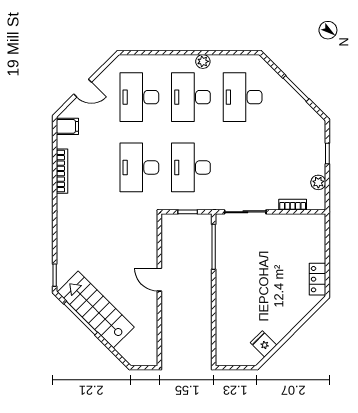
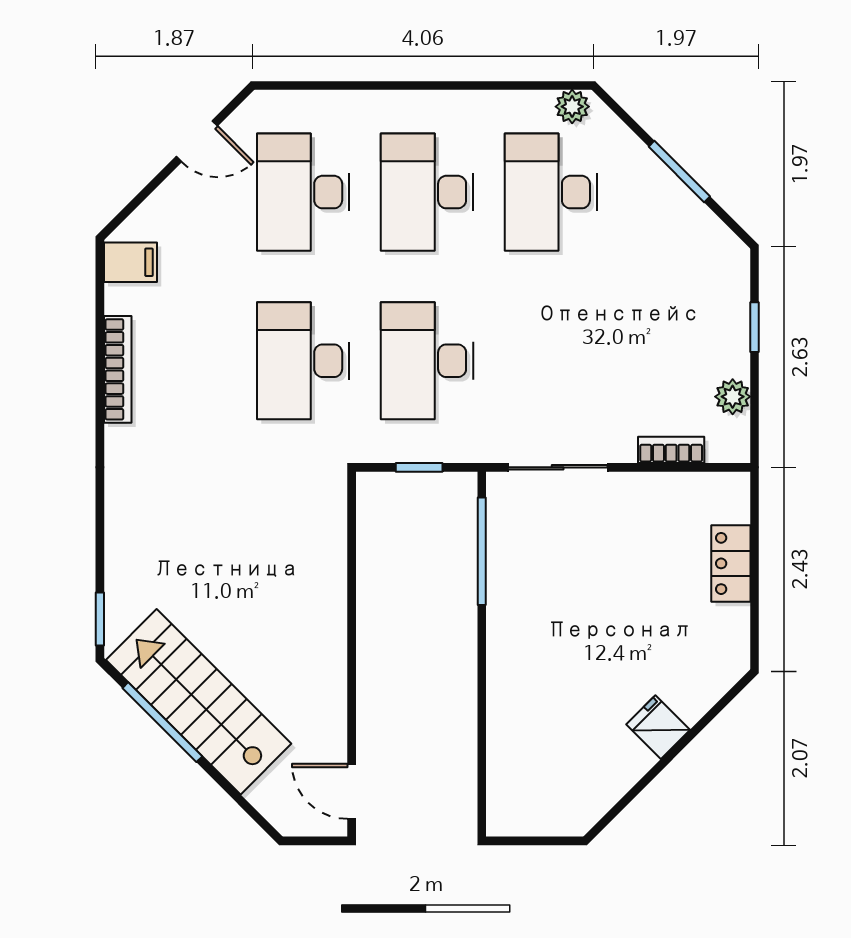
plant: (203, 61) -> (572, 107), moved
door: (83, 88) -> (197, 141), moved
locker: (318, 279) -> (731, 563), moved
door: (159, 280) -> (352, 791), moved
fridge: (264, 344) -> (658, 727), moved

